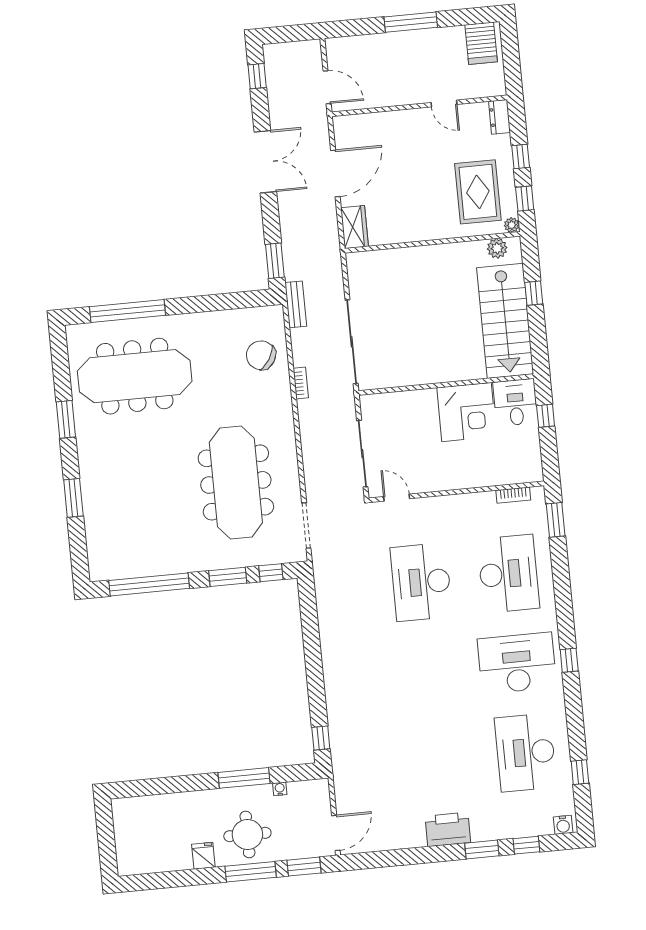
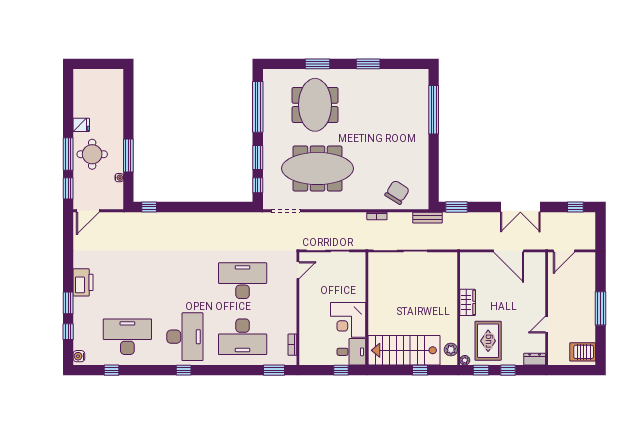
rug: (478, 192) -> (488, 341), turned 90
wardrobe: (355, 227) -> (468, 302), moved, turned -90
meeting table: (135, 376) -> (315, 105), moved, width x0.73
door: (336, 833) -> (88, 211), hinge flipped

